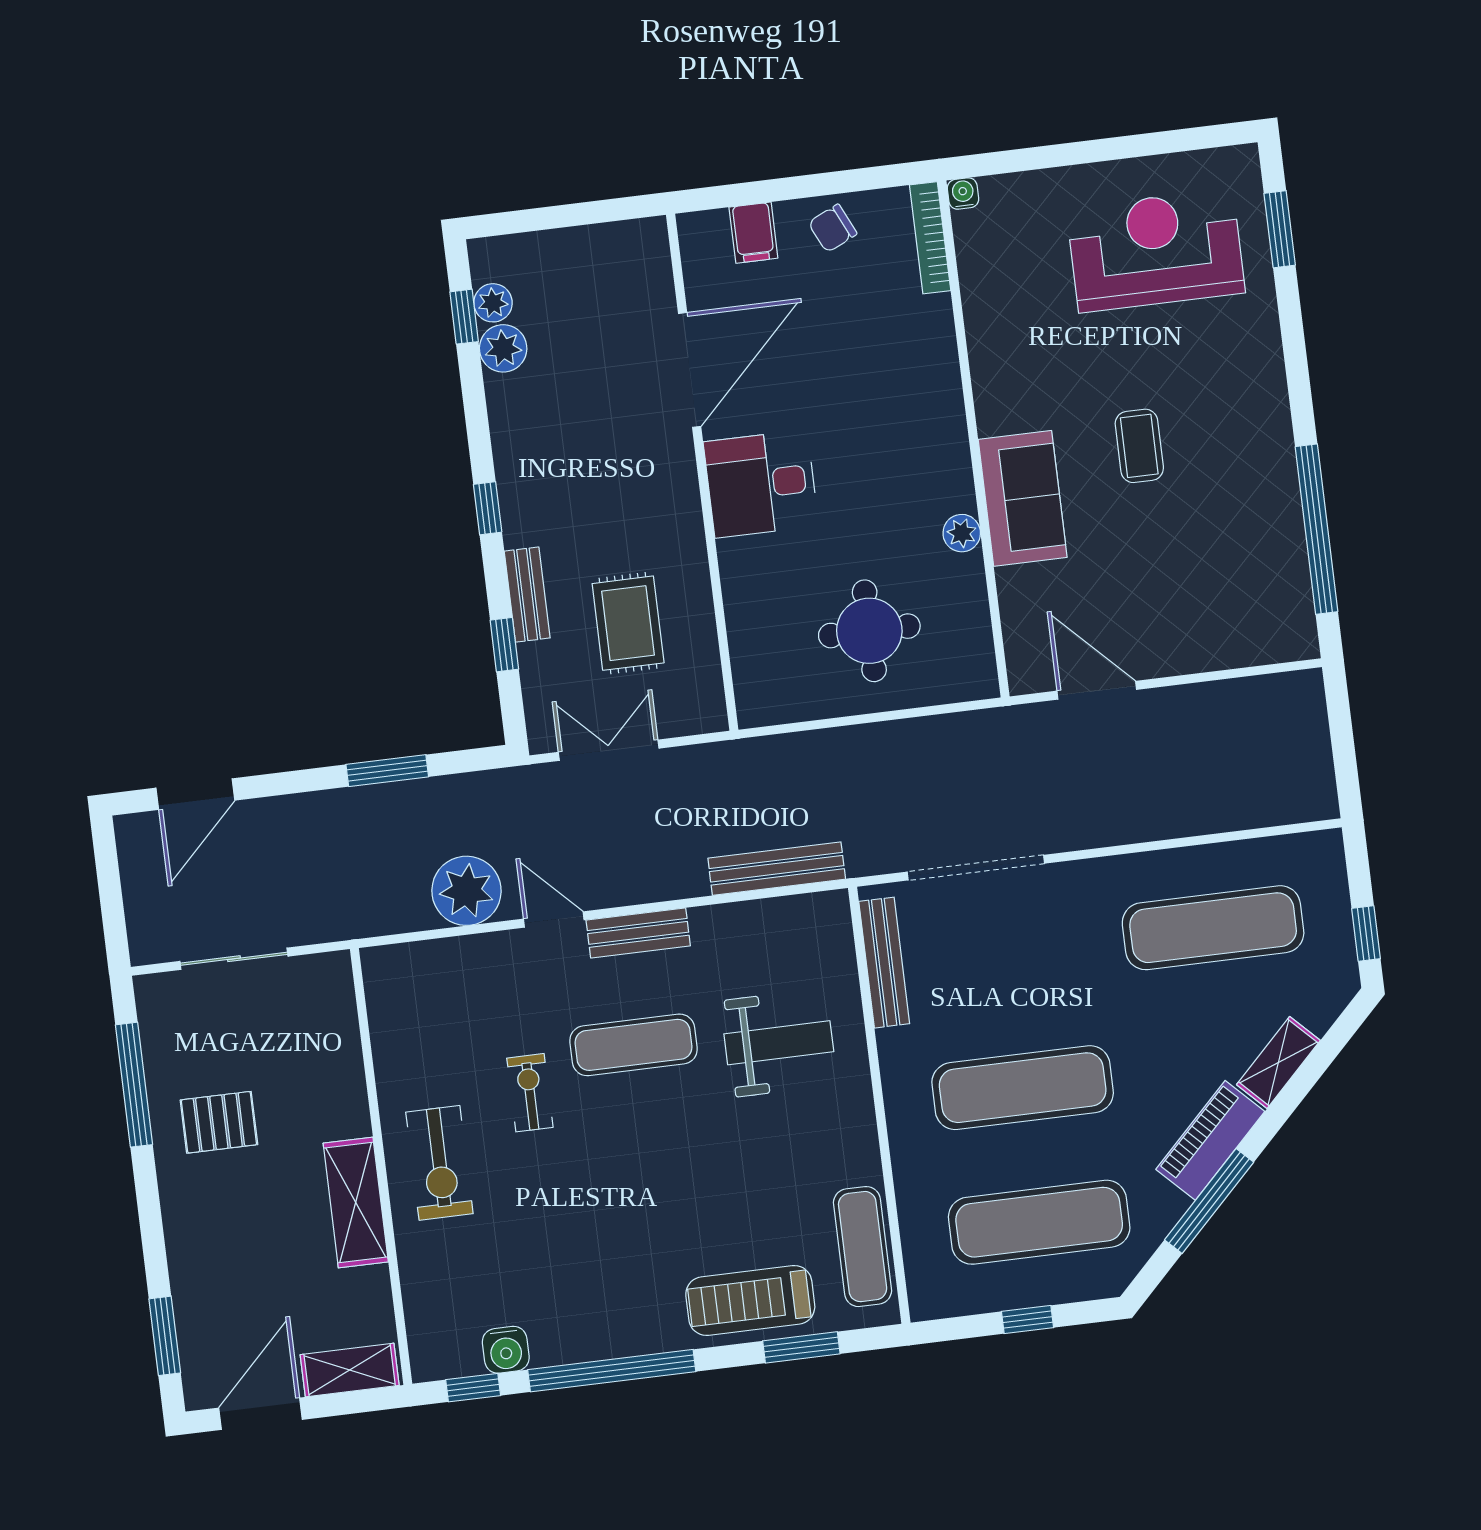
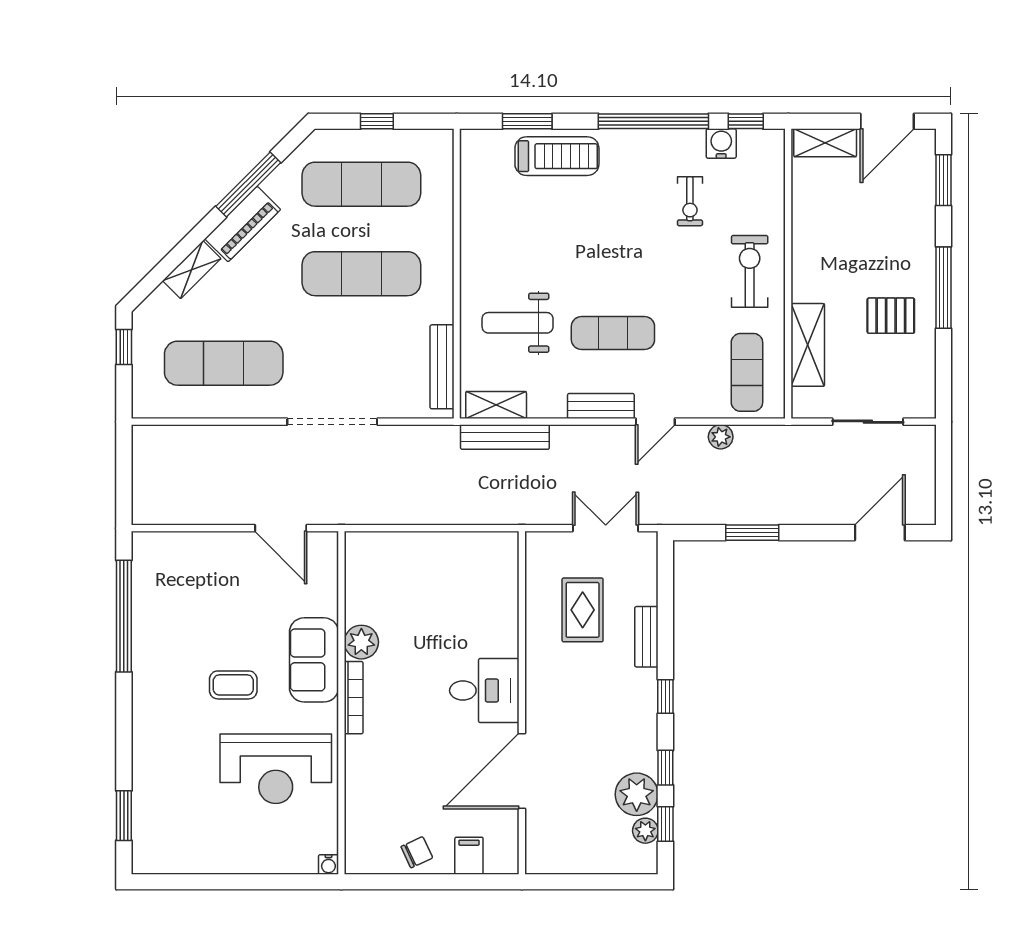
bookcase: (930, 238) -> (354, 698), moved
reception desk: (1156, 251) -> (276, 769), moved
plant: (503, 348) -> (637, 794), width x1.36, depth x1.36
coffee table: (1139, 446) -> (233, 685), turned 90
plant: (962, 533) -> (361, 642), width x1.38, depth x1.38
round table: (869, 631) -> (425, 585), removed
window: (504, 645) -> (665, 768), moved
double door: (609, 750) -> (606, 528), swing flipped
doorway: (976, 868) -> (332, 422), moved
plant: (466, 891) -> (721, 437), width x0.53, depth x0.53
shelving: (796, 915) -> (496, 405), added
door: (554, 919) -> (655, 422), hinge flipped
window: (134, 1085) -> (944, 288), moved
exercise bike: (530, 1093) -> (690, 201), moved
shelving: (356, 1203) -> (808, 345), moved
exercise mat: (863, 1247) -> (747, 372), moved

